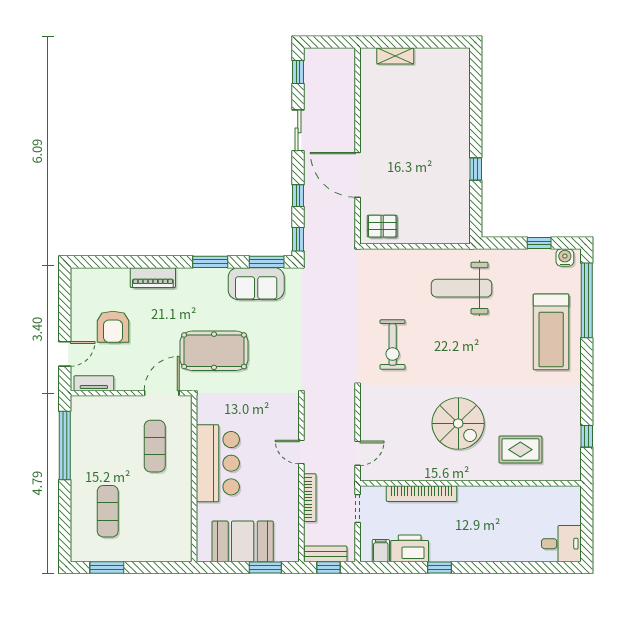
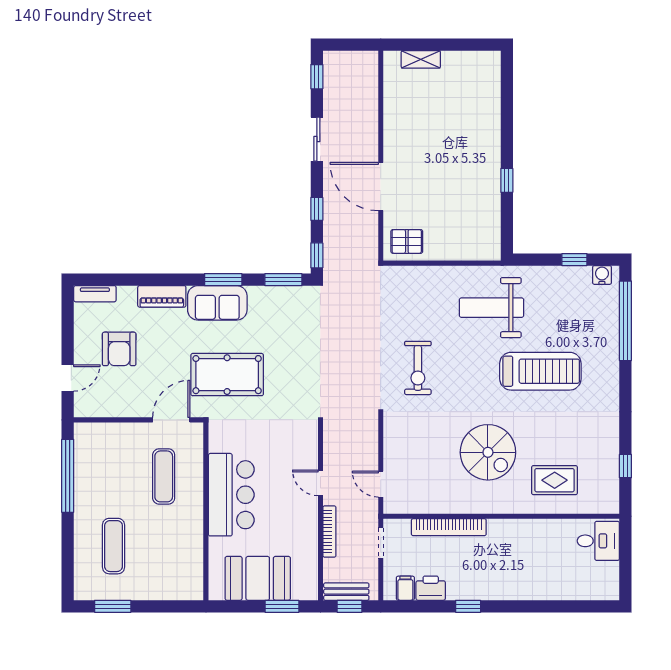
sofa: (256, 284) -> (217, 303), moved
treadmill: (551, 332) -> (540, 371), moved, turned -90
tv unit: (94, 383) -> (95, 294), moved, turned 180
door: (358, 453) -> (381, 484), swing flipped
desk: (561, 544) -> (598, 541), moved
printer: (410, 548) -> (431, 588), width x0.73, depth x0.84

